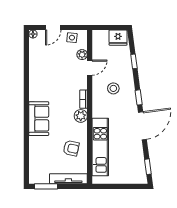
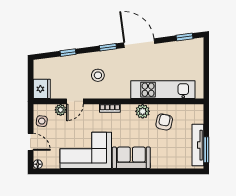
fridge: (118, 38) -> (42, 89), moved
door: (90, 68) -> (75, 101), swing flipped
corner sofa: (45, 77) -> (86, 150), added
plant: (81, 116) -> (143, 111), moved
tv unit: (68, 179) -> (198, 145), moved

